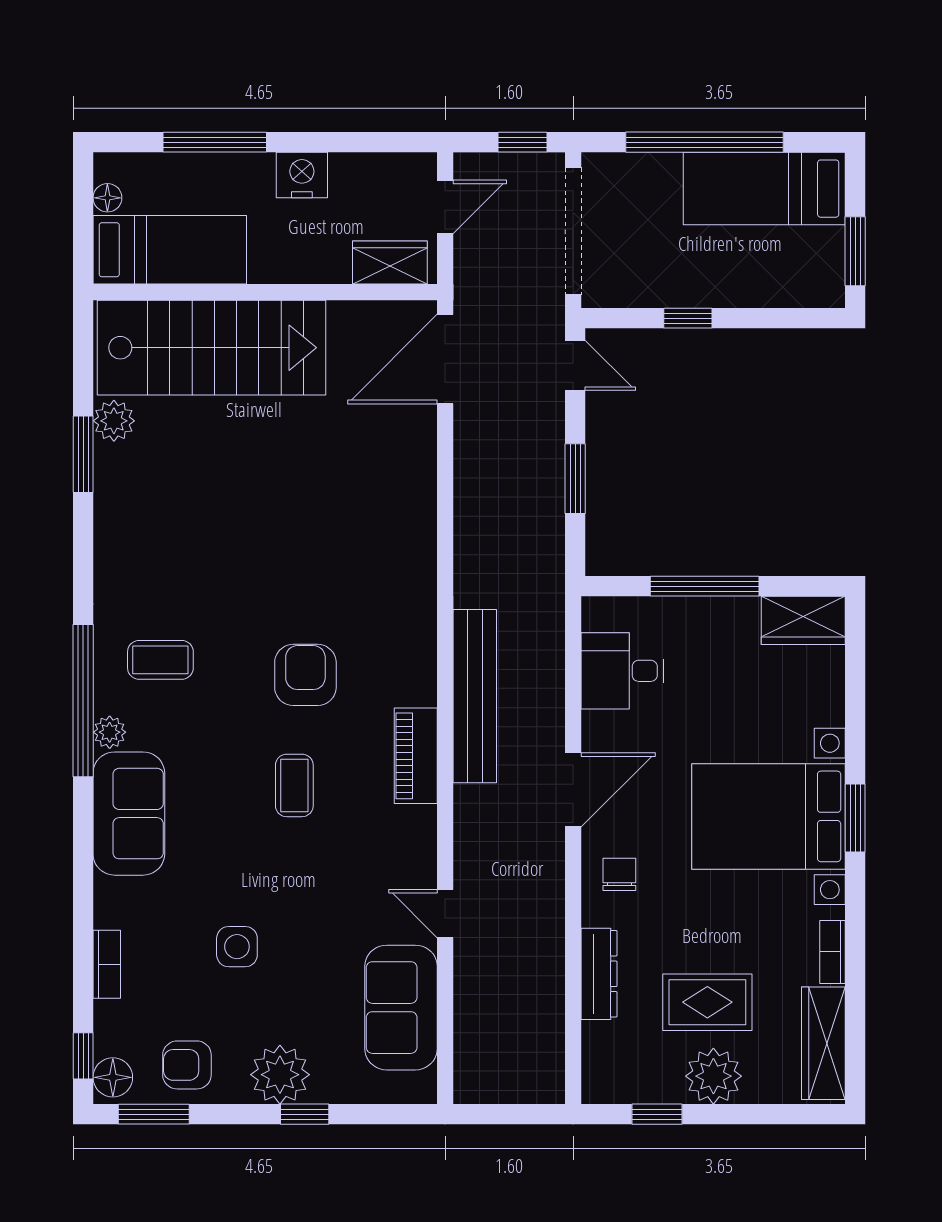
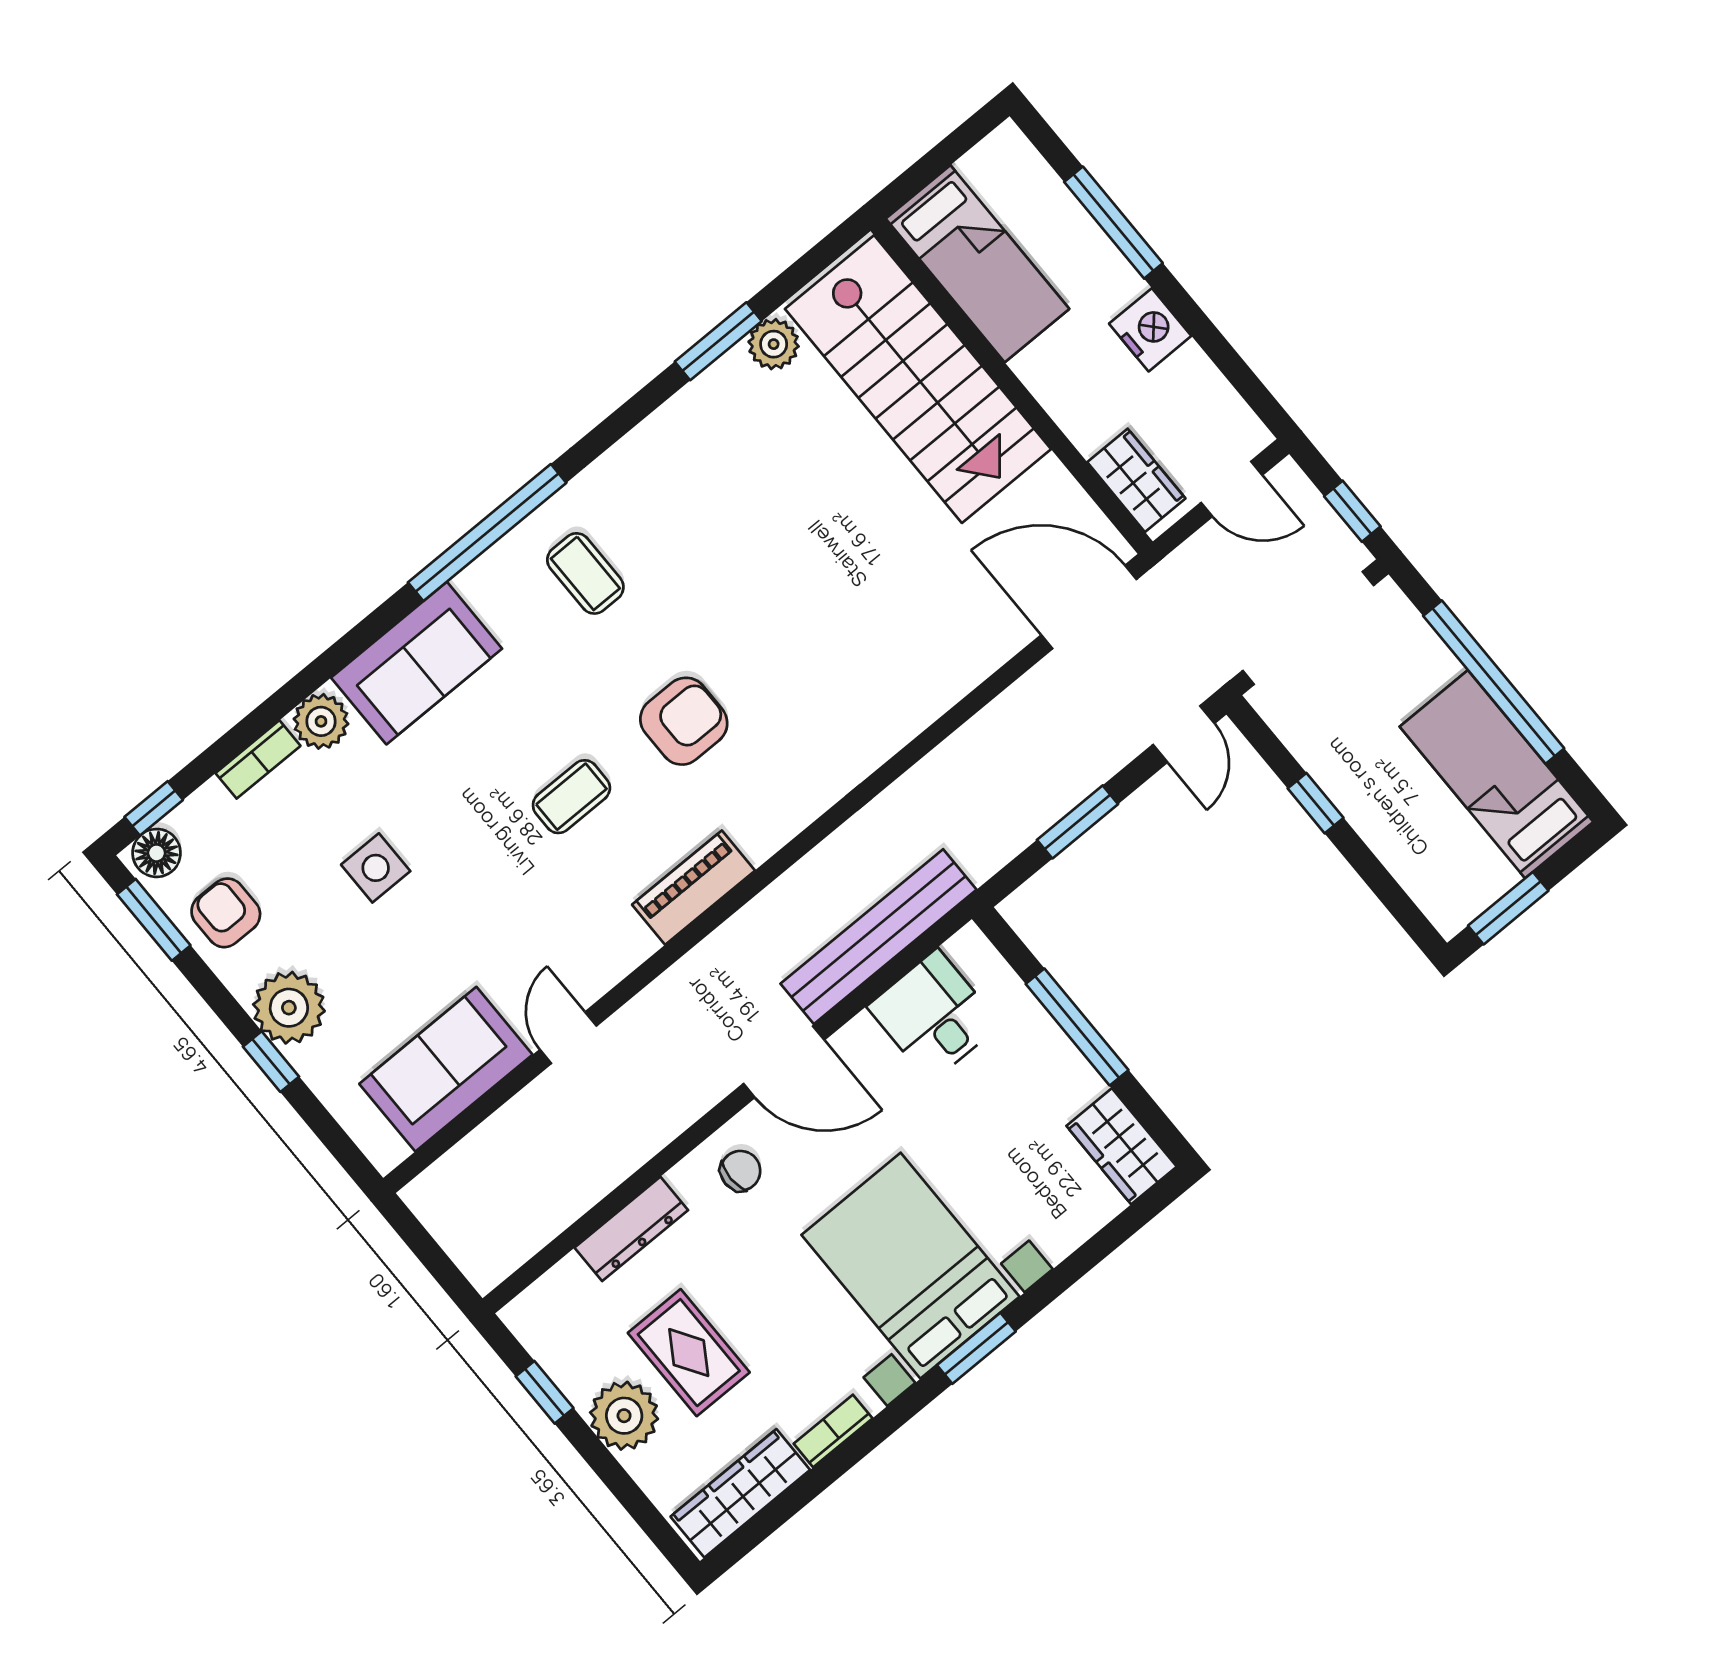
floor lamp: (107, 198) -> (978, 165), removed
bench: (475, 696) -> (879, 937), moved
plant: (110, 732) -> (321, 721), moved, width x1.38, depth x1.38

